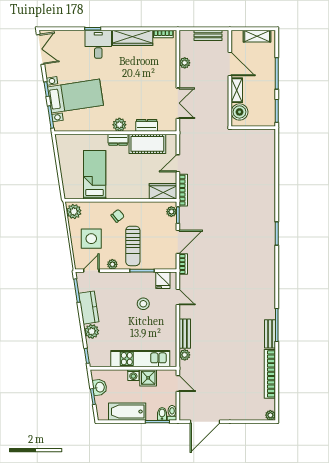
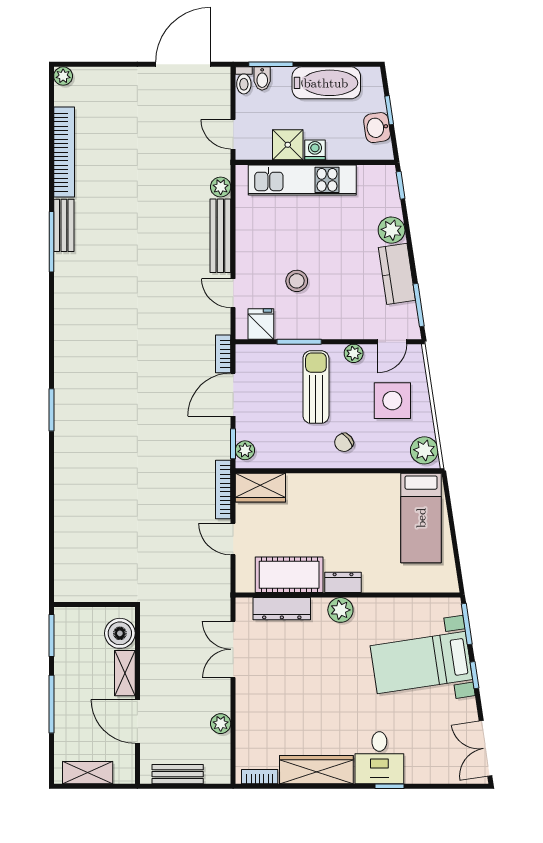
dresser: (147, 125) -> (282, 609), width x1.44
door: (178, 163) -> (233, 539), swing flipped
bed: (95, 175) -> (421, 518), moved
bench: (185, 334) -> (220, 236), width x1.36

